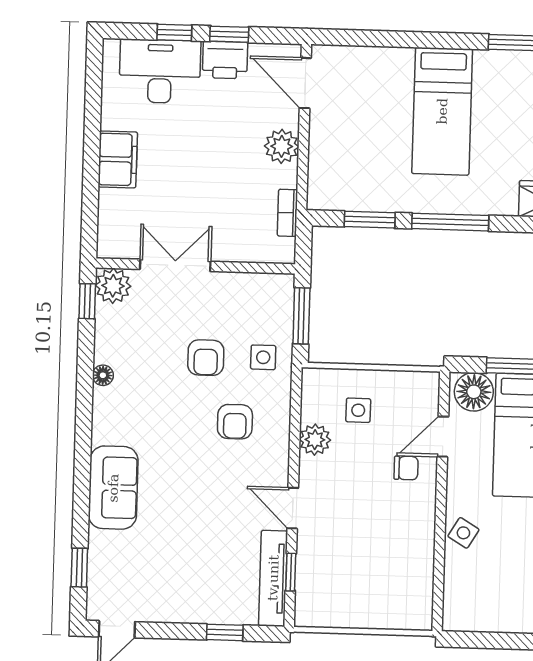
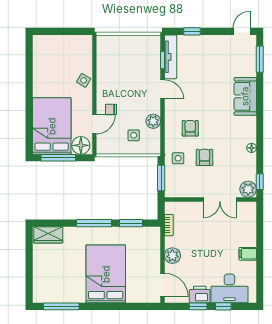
bed: (442, 111) -> (106, 274), width x1.50
filing cabinet: (118, 159) -> (248, 254), width x0.50
window: (79, 568) -> (260, 59), width x1.50

